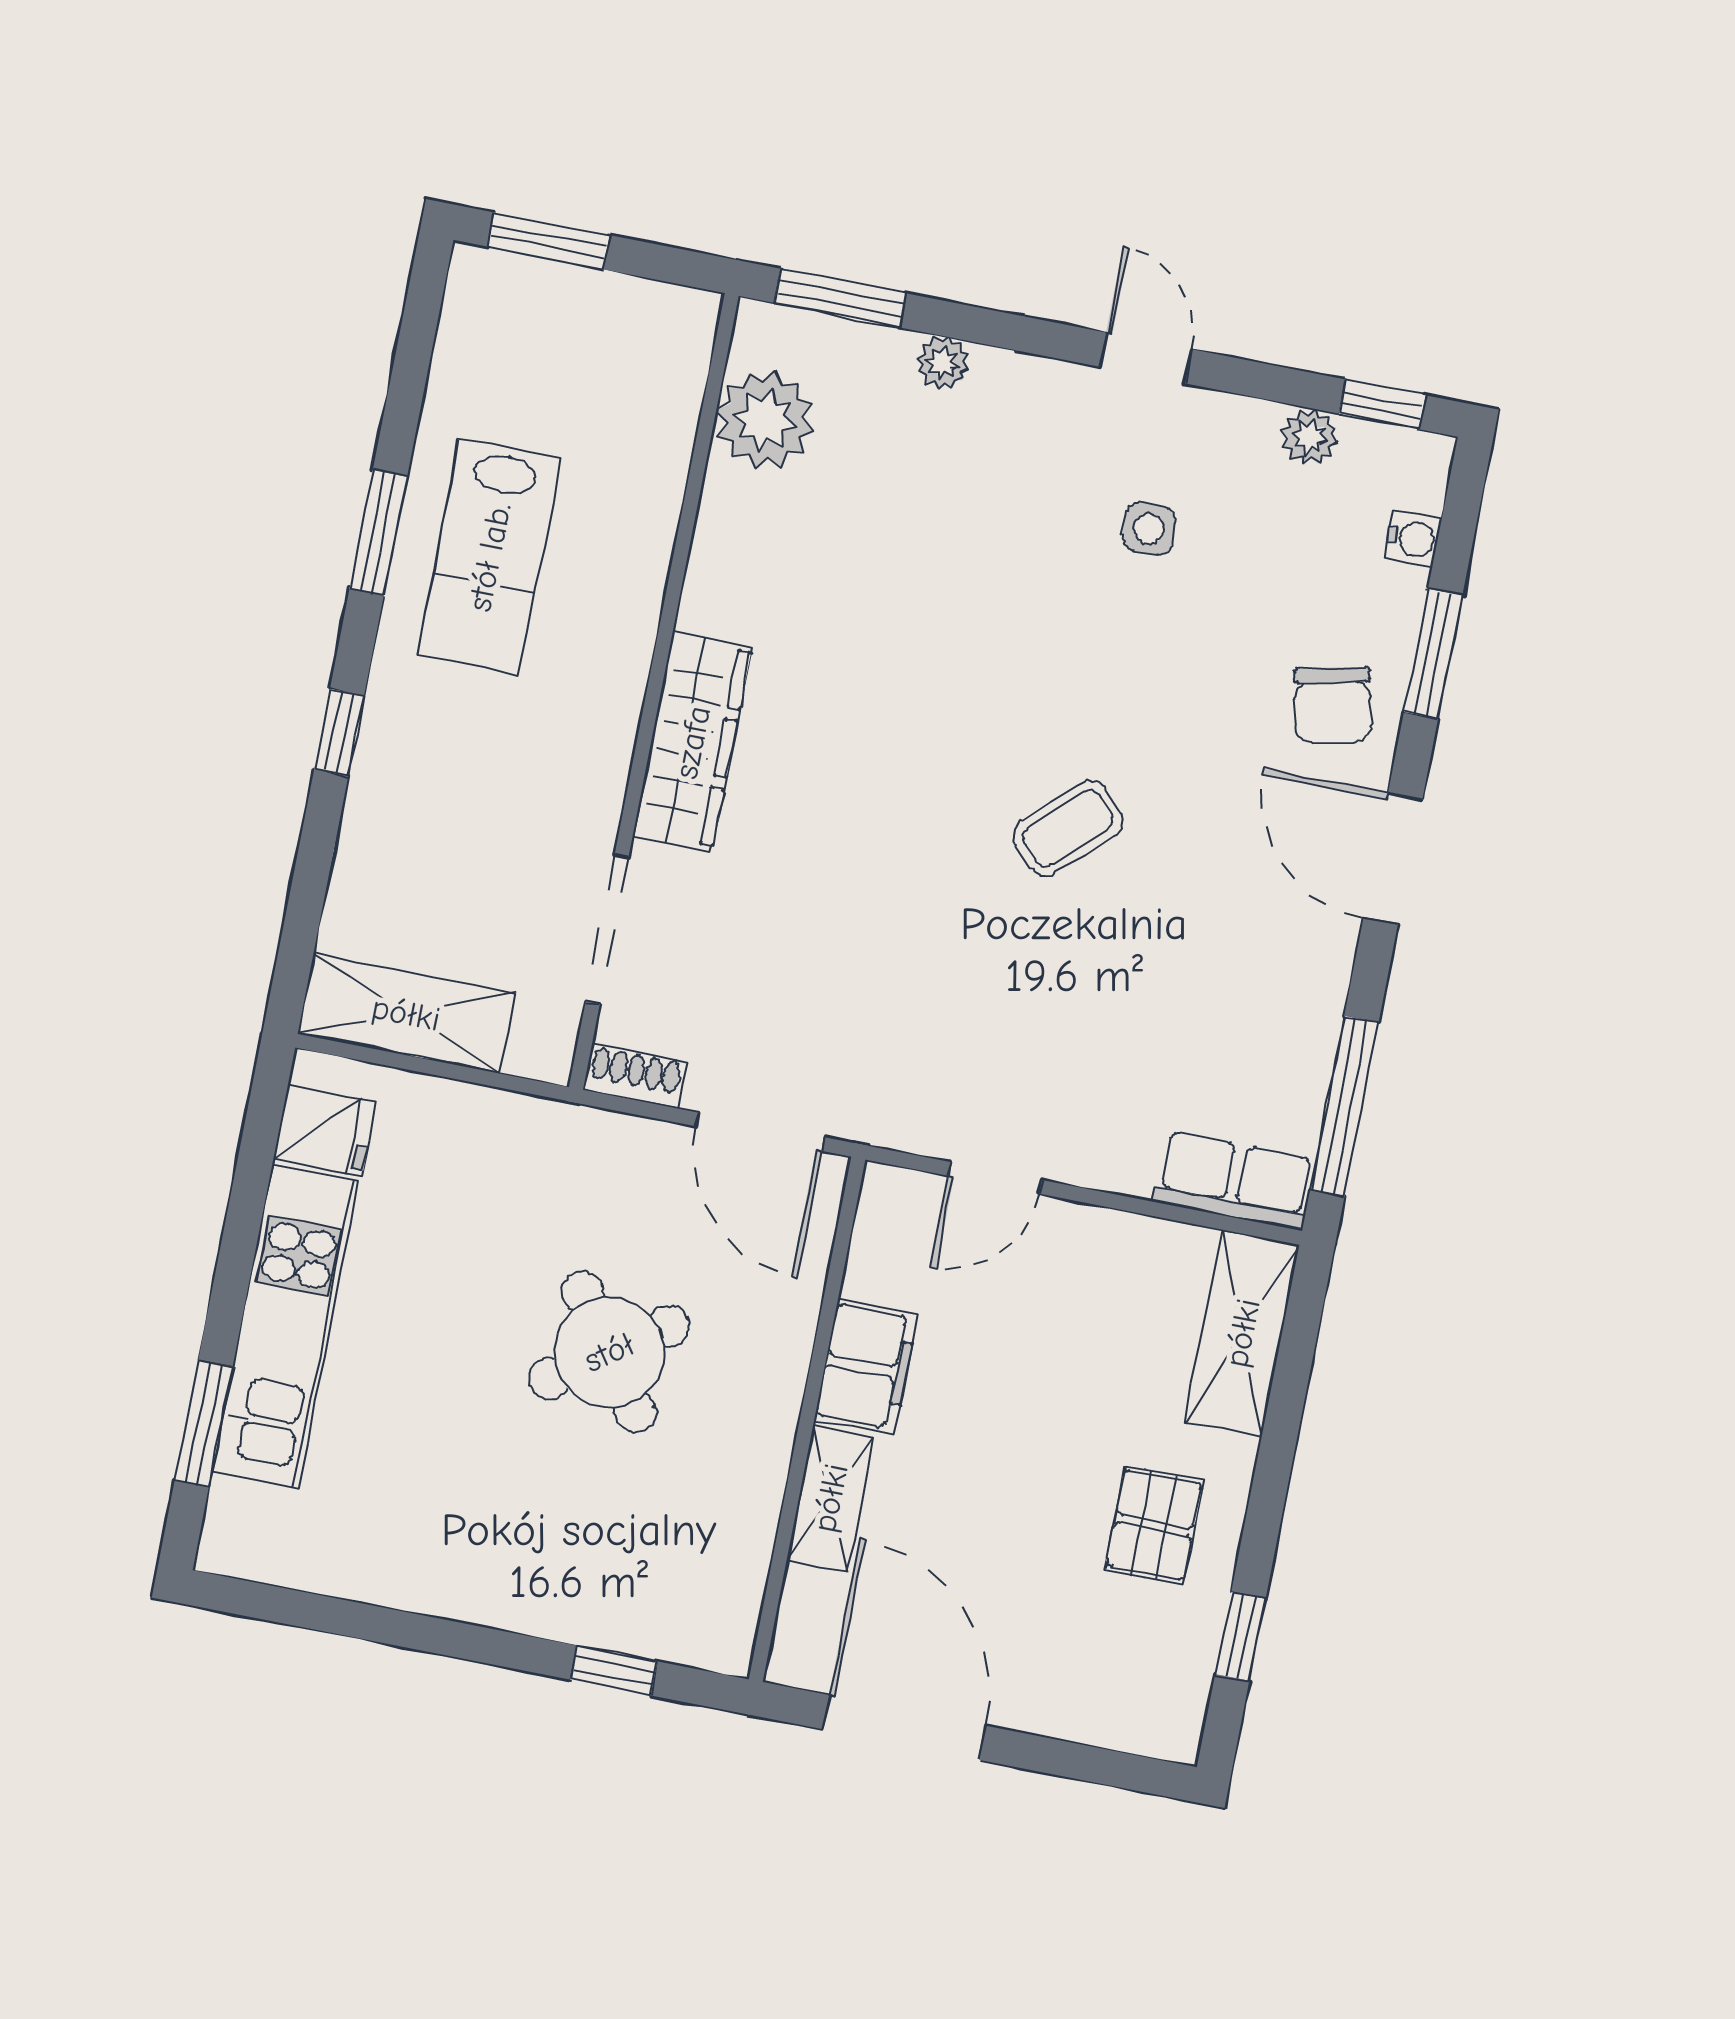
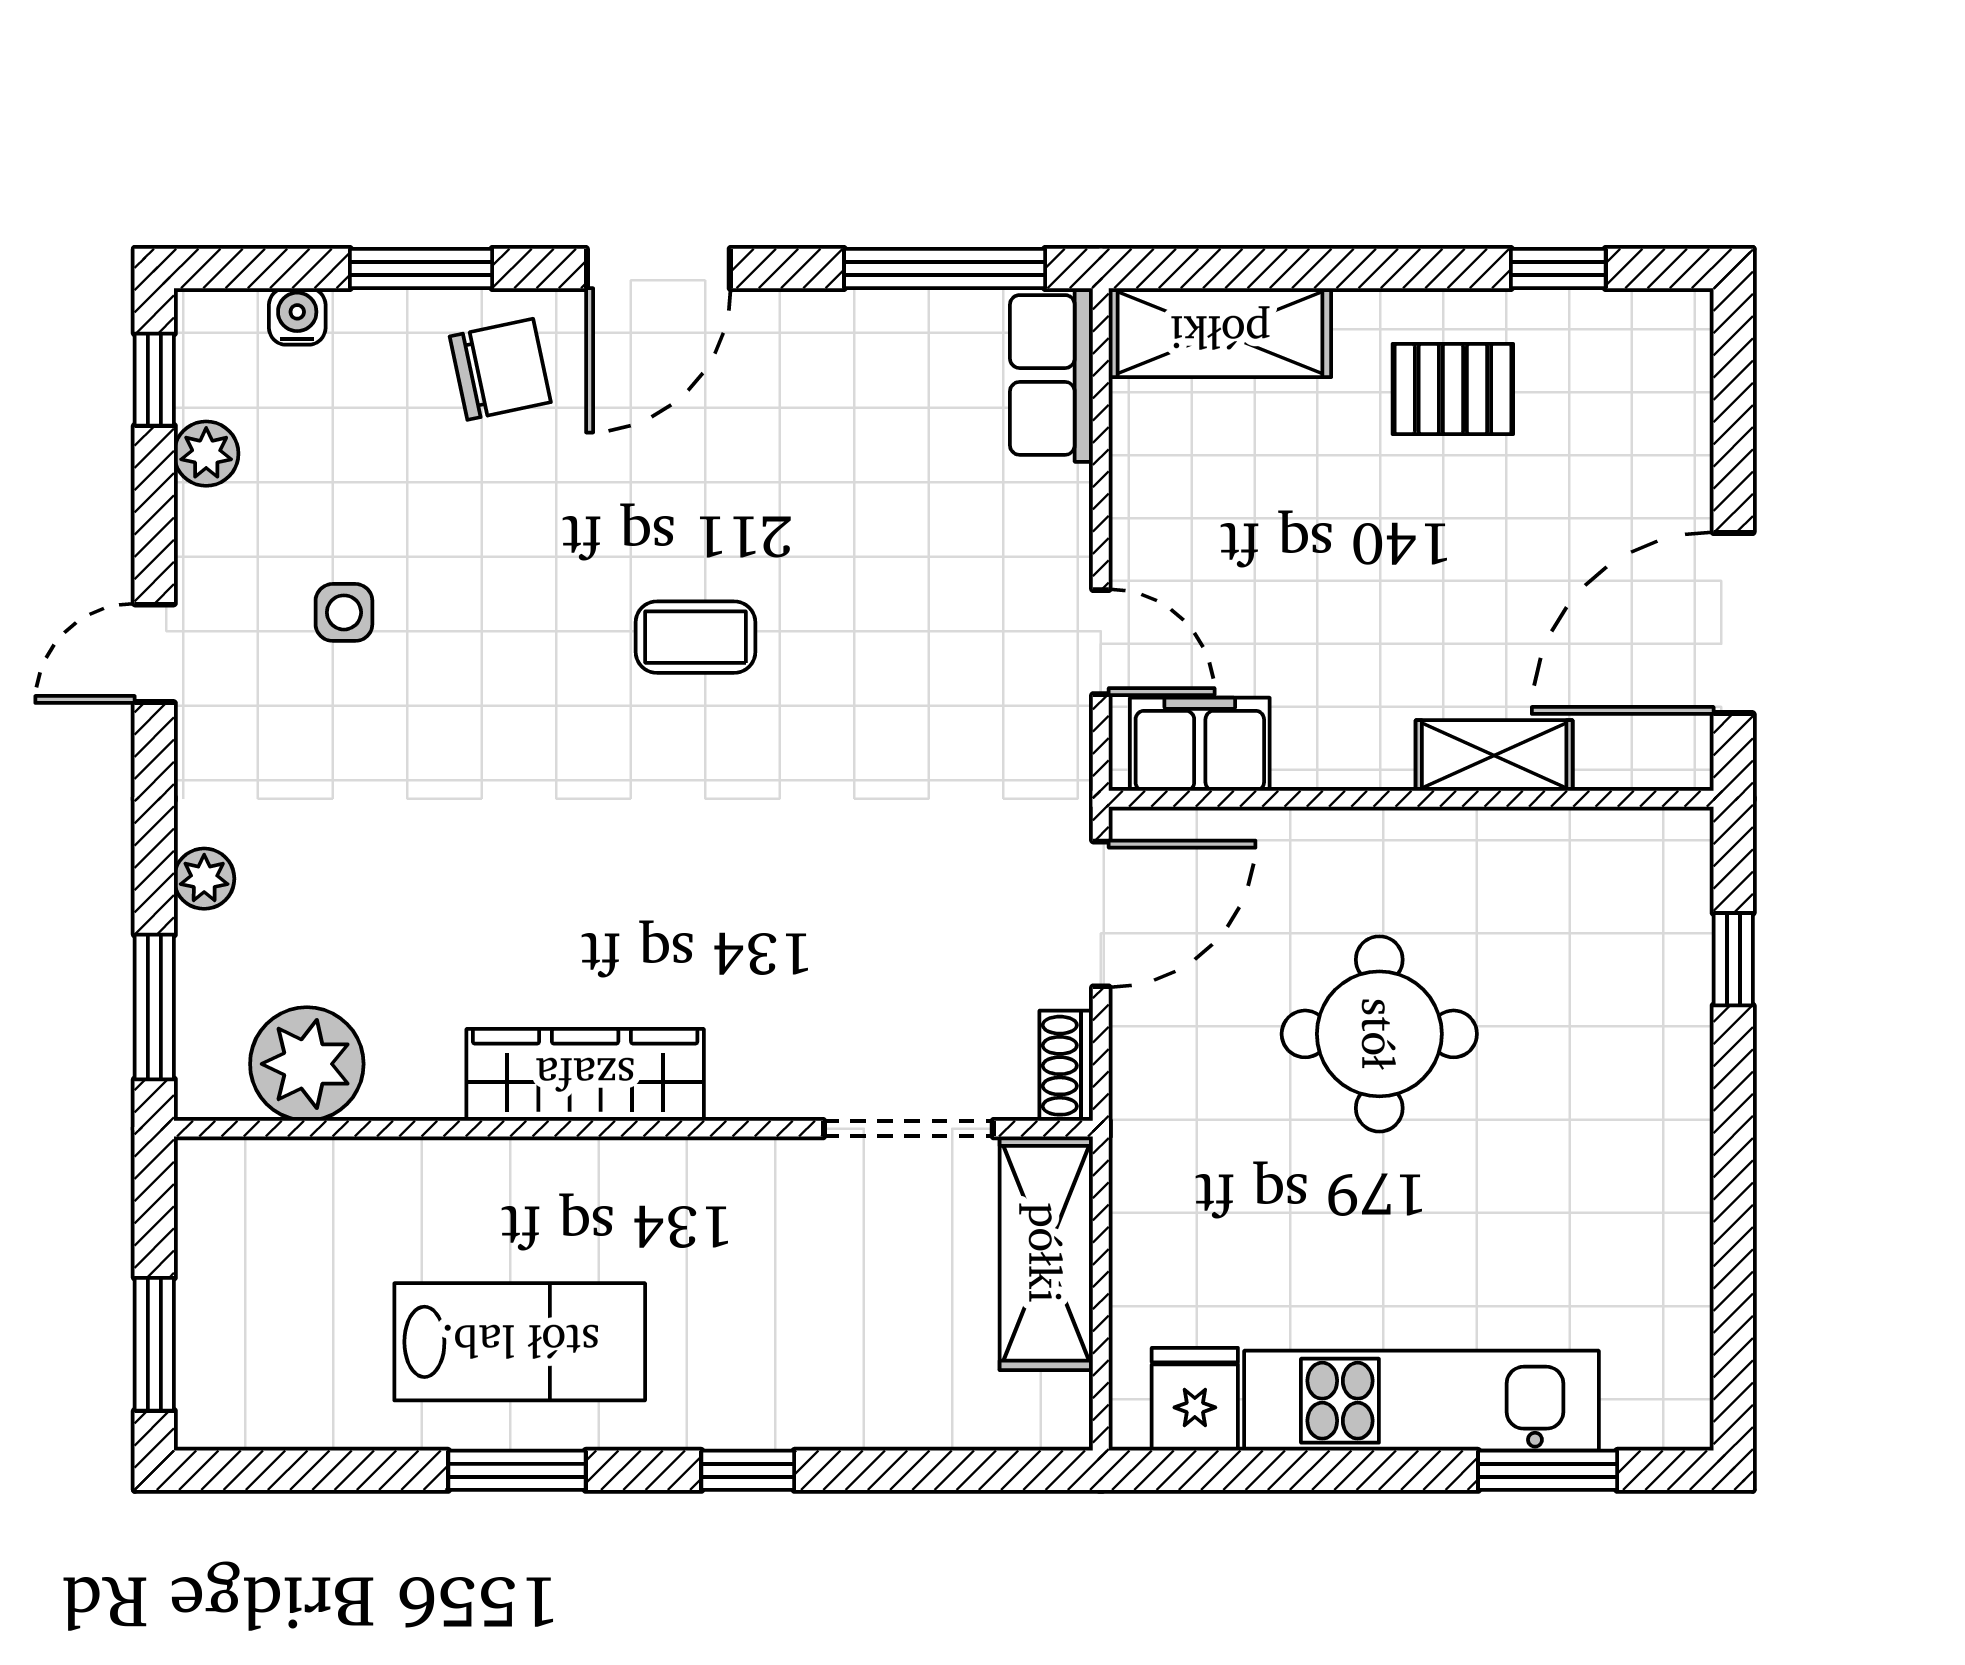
wardrobe: (692, 742) -> (585, 1075), moved
coffee table: (1068, 828) -> (696, 637), turned -46
shelving: (406, 1013) -> (1046, 1253), moved
round table: (609, 1352) -> (1379, 1034), turned 35
filing cabinet: (866, 1367) -> (1200, 744), moved

